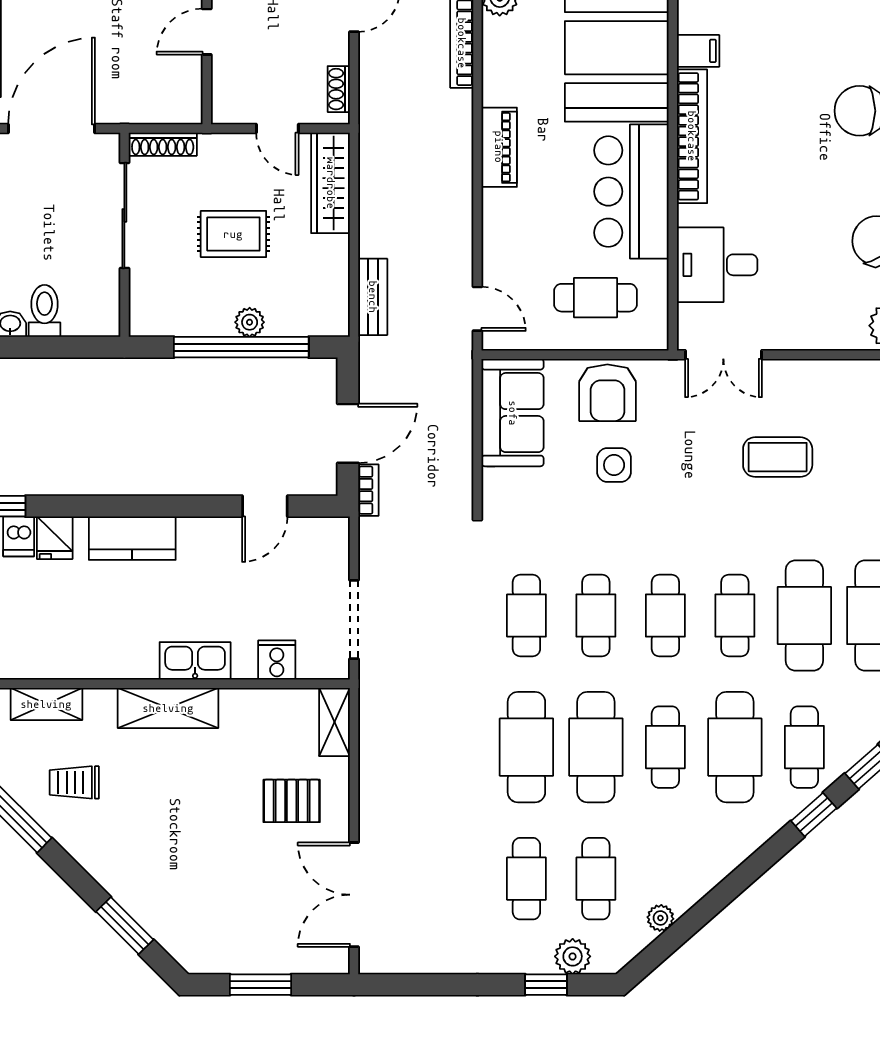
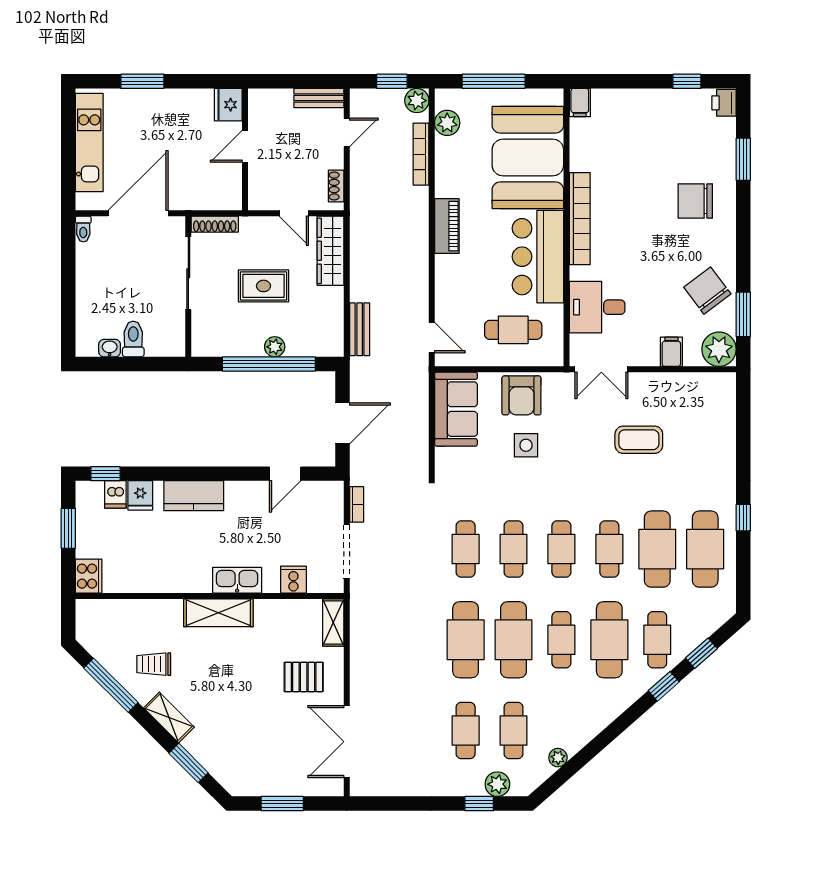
filing cabinet: (698, 51) -> (671, 352), moved, turned -90
bookcase: (368, 490) -> (357, 504), moved
shelving: (46, 704) -> (169, 717), moved, turned 45

